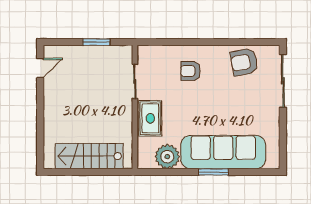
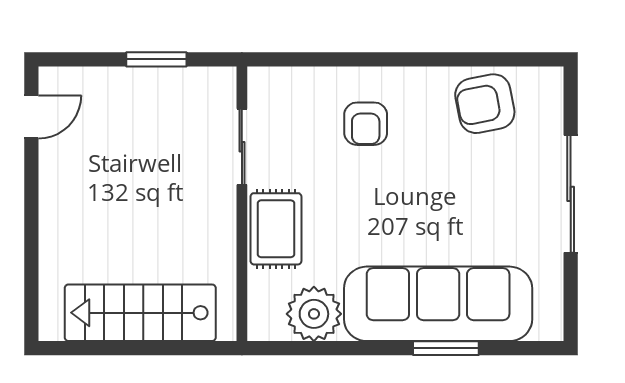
armchair: (191, 71) -> (366, 124), turned -90
sliding door: (283, 81) -> (571, 194), moved
window: (213, 172) -> (446, 348), moved

